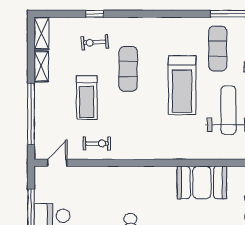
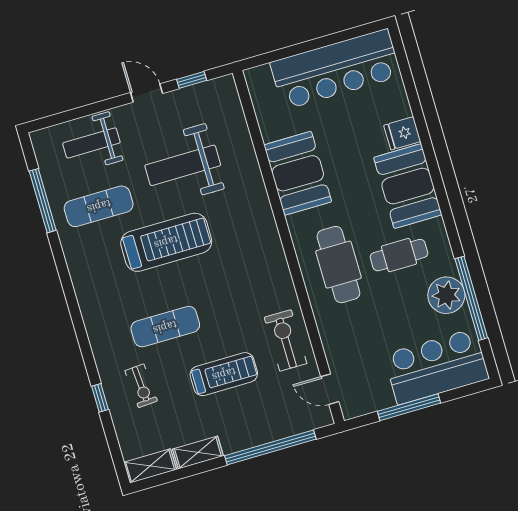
exercise bike: (97, 143) -> (285, 340), width x1.38, depth x1.39
cafe table: (136, 192) -> (338, 265), added

